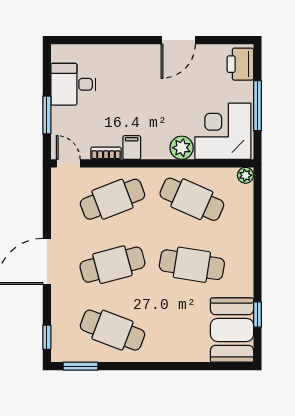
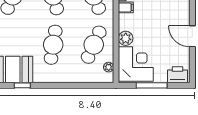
plant: (245, 175) -> (109, 67), moved

